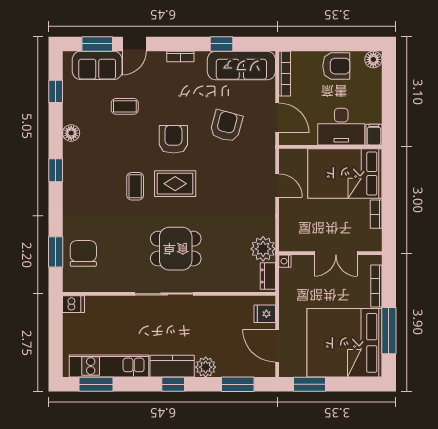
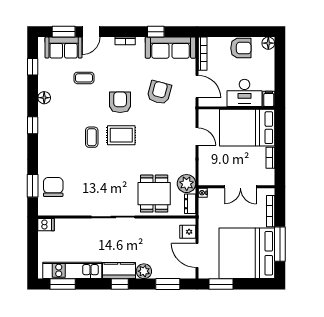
dining table: (176, 249) -> (154, 194), moved, turned 90

